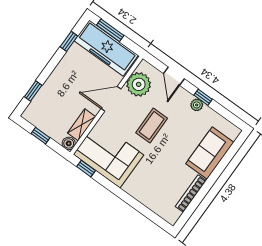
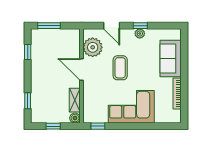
freezer: (106, 48) -> (55, 39), removed
door: (111, 99) -> (82, 69), hinge flipped
corner sofa: (108, 155) -> (131, 107), moved

